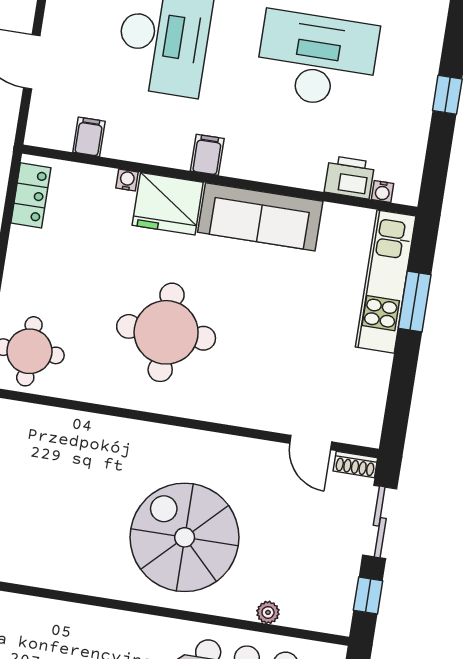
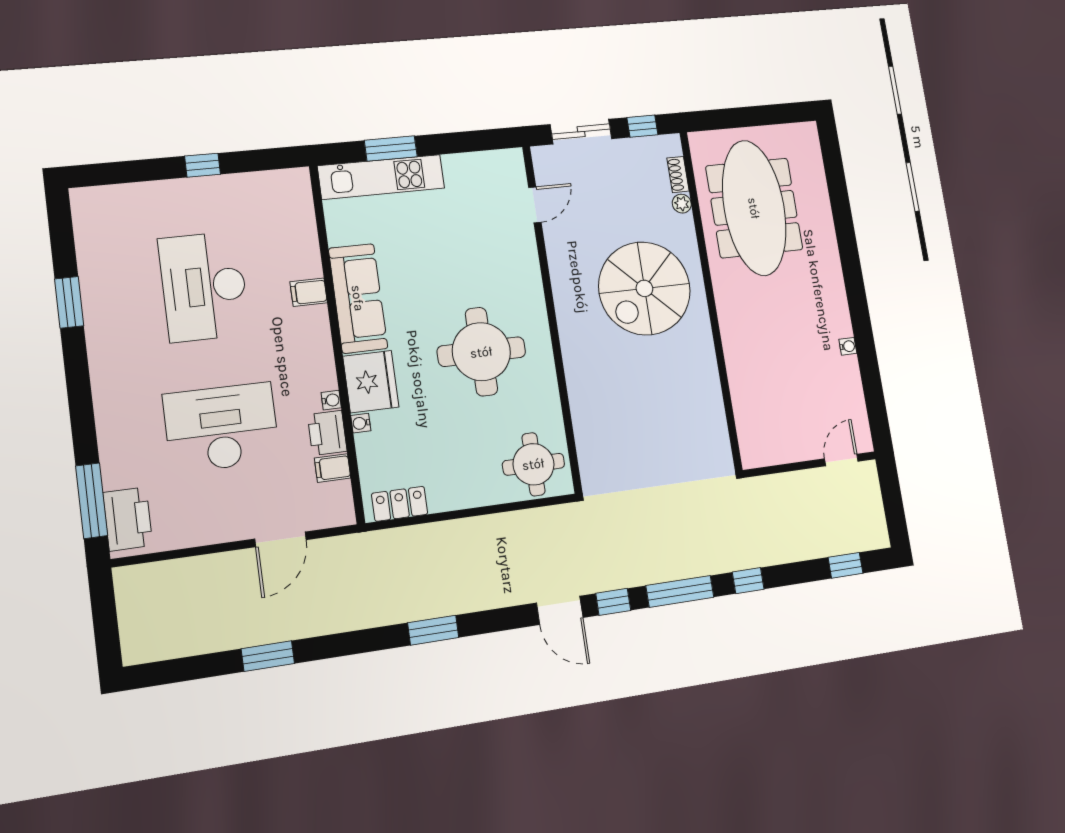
filing cabinet: (207, 155) -> (309, 292), moved
printer: (349, 177) -> (327, 433), moved
water cooler: (383, 192) -> (331, 400), moved
shoe rack: (355, 464) -> (678, 175), moved, turned 180

